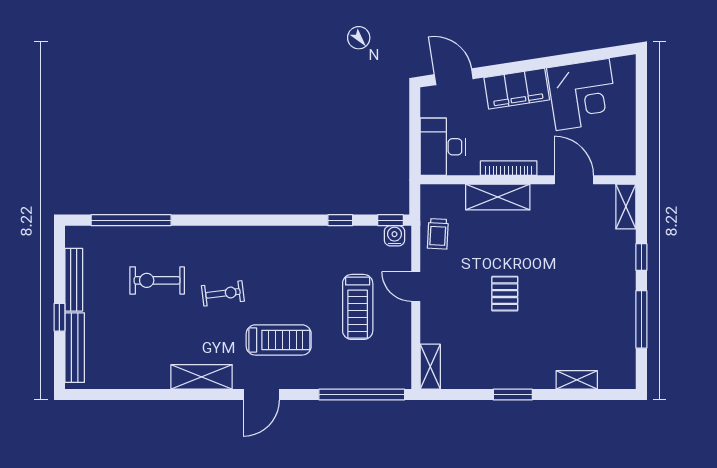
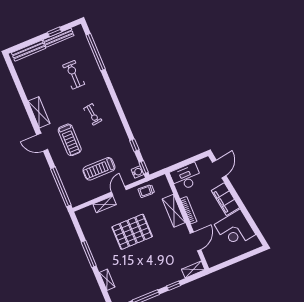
exercise bike: (223, 293) -> (93, 114), moved
pallet: (505, 294) -> (132, 232), width x2.05, depth x2.00
window: (59, 317) -> (54, 32), moved
shelving: (430, 367) -> (105, 204), moved
window: (513, 395) -> (89, 254), width x1.44

